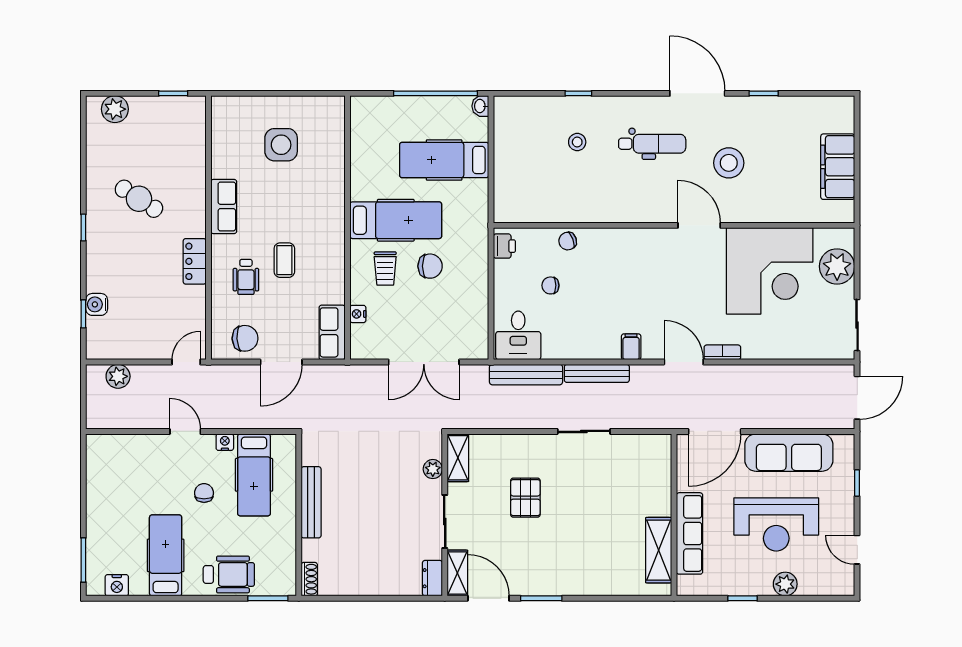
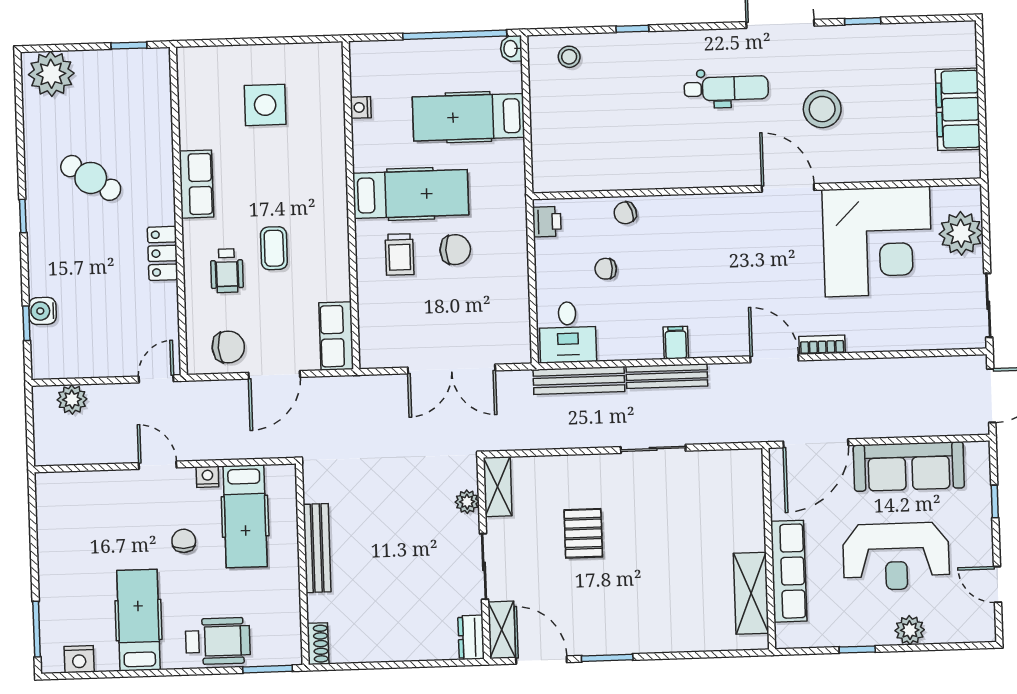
plant: (115, 109) -> (51, 74), width x1.36, depth x1.36
stool: (577, 142) -> (569, 57), moved
nightstand: (358, 314) -> (361, 107), moved
filing cabinet: (631, 347) -> (676, 343), moved

